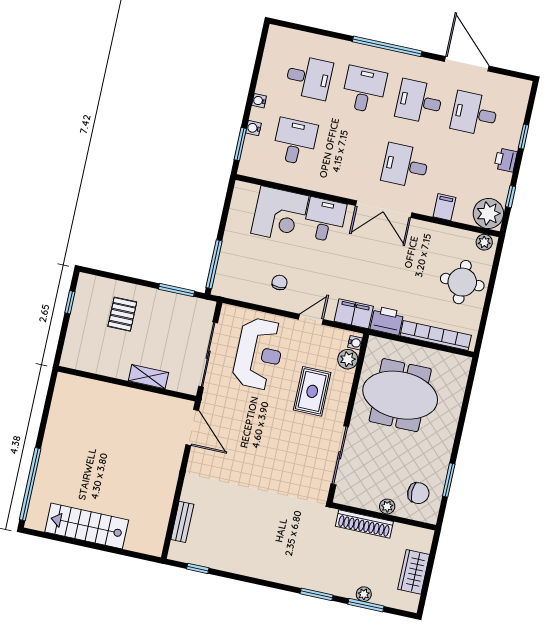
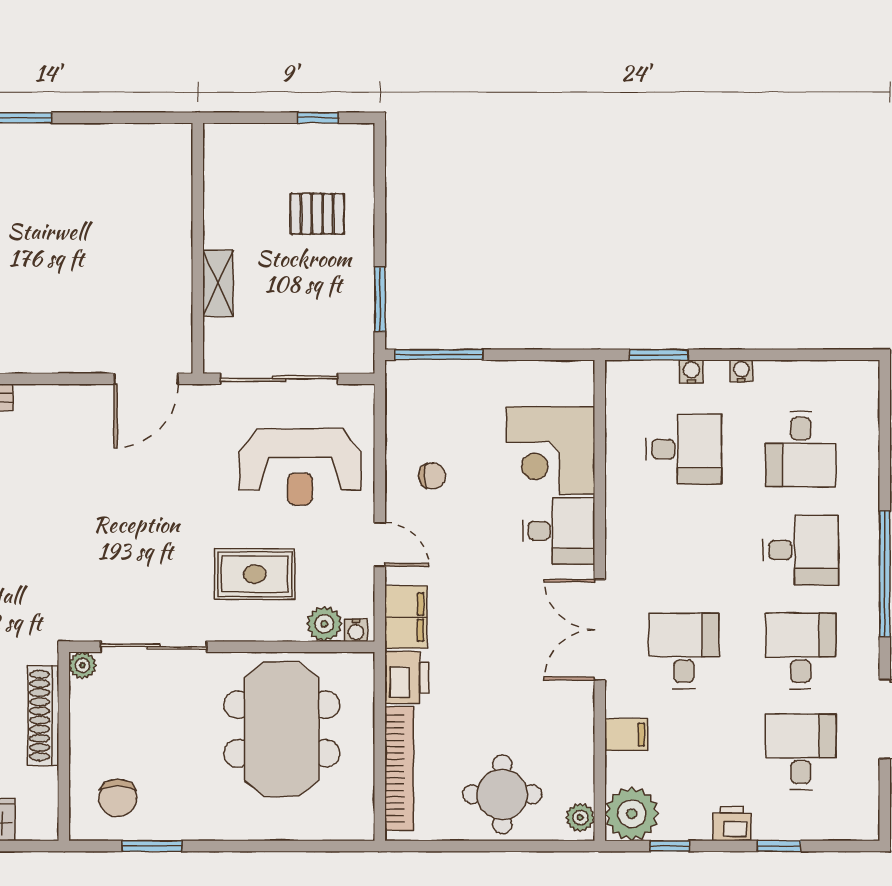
plant: (387, 507) -> (82, 665), moved

